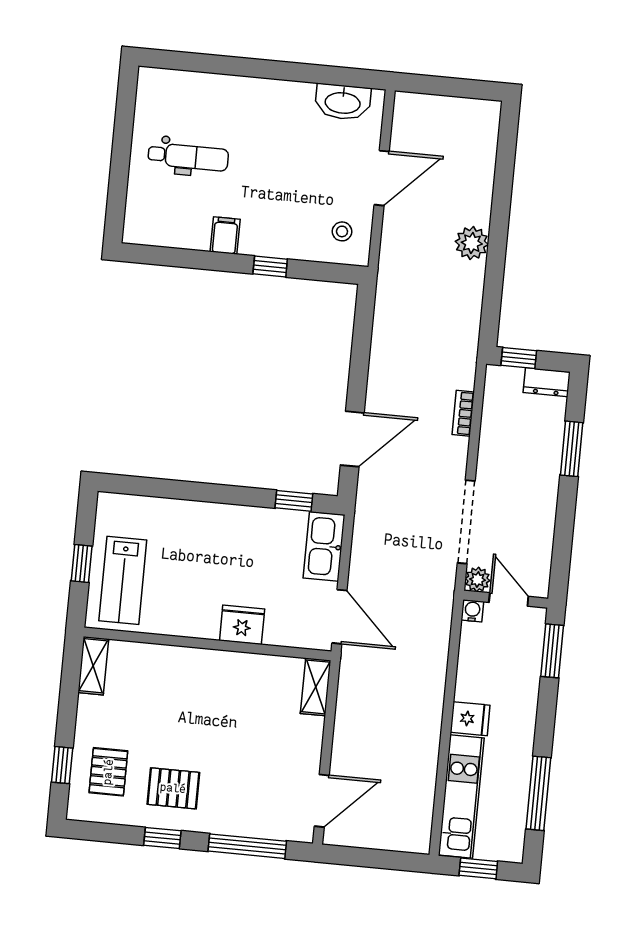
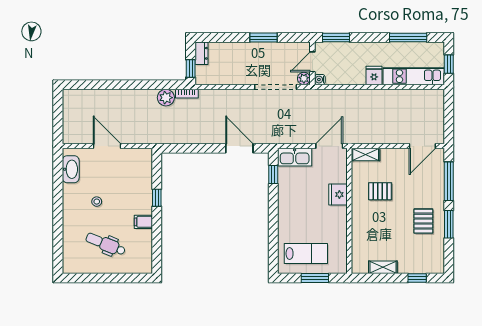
dental chair: (188, 157) -> (106, 244), turned -68
stool: (342, 231) -> (97, 202), moved
plant: (472, 243) -> (166, 98), moved
bookcase: (463, 413) -> (187, 94), moved
window: (572, 449) -> (264, 38), moved
window: (82, 563) -> (315, 278), width x1.50
lab bench: (123, 580) -> (306, 253), moved
shelving: (93, 666) -> (383, 267), moved
pallet: (108, 772) -> (380, 191), moved
door: (322, 801) -> (422, 146), swing flipped
window: (162, 838) -> (449, 224), width x1.50

